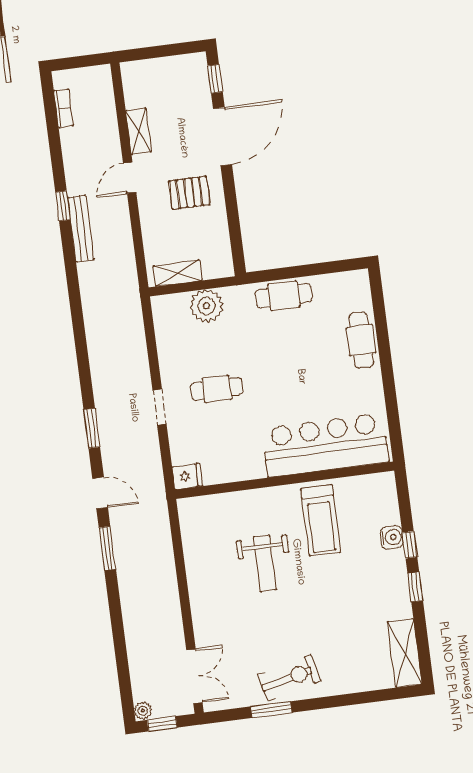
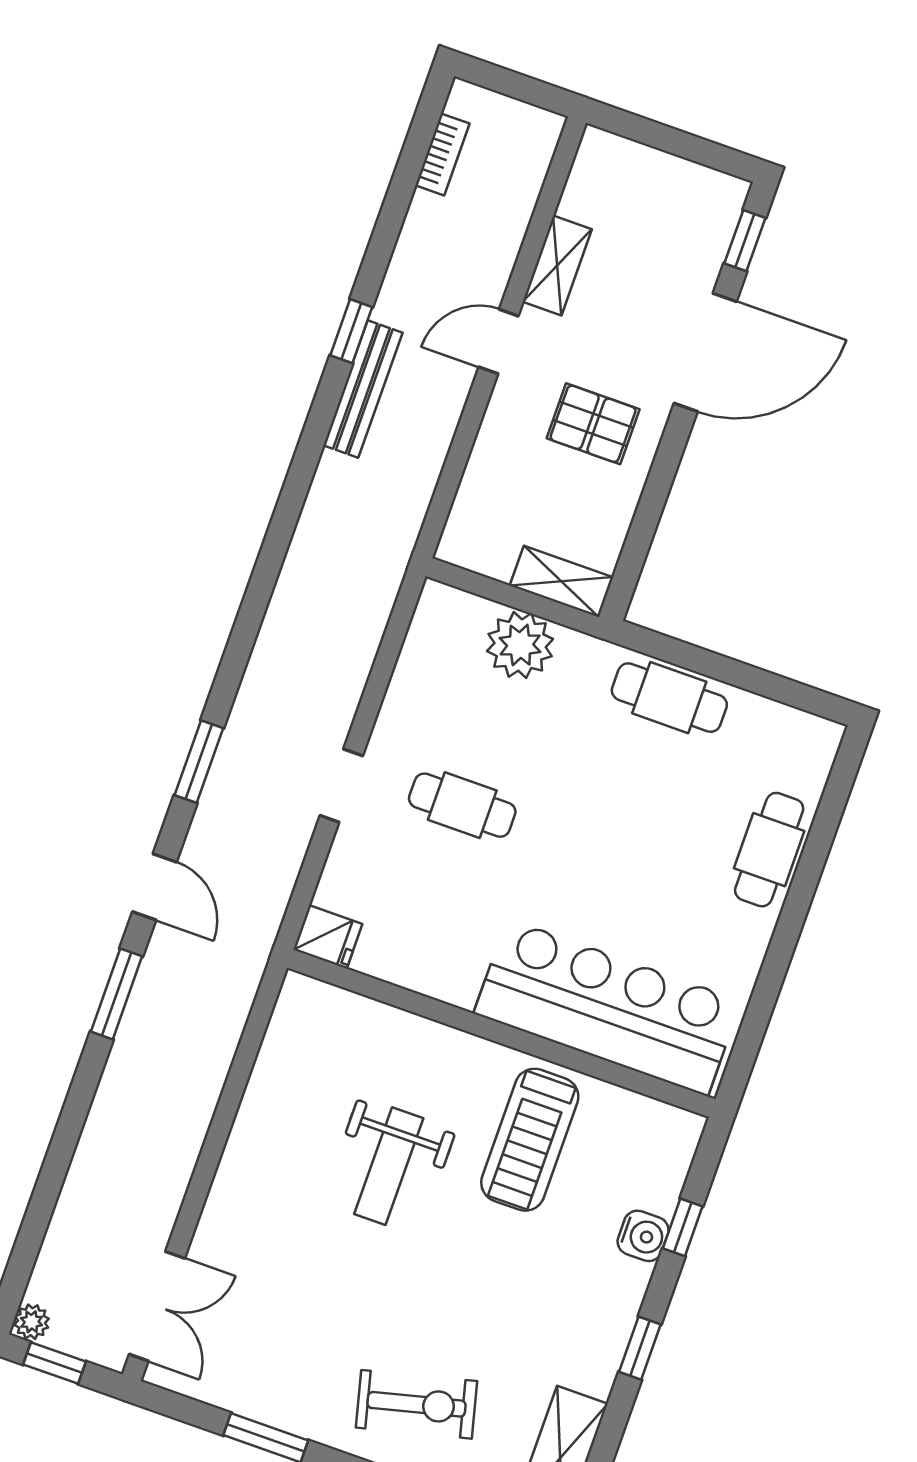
shelving: (178, 273) -> (561, 581), moved
window: (410, 545) -> (683, 1227), moved
exercise bike: (289, 678) -> (417, 1404), moved

